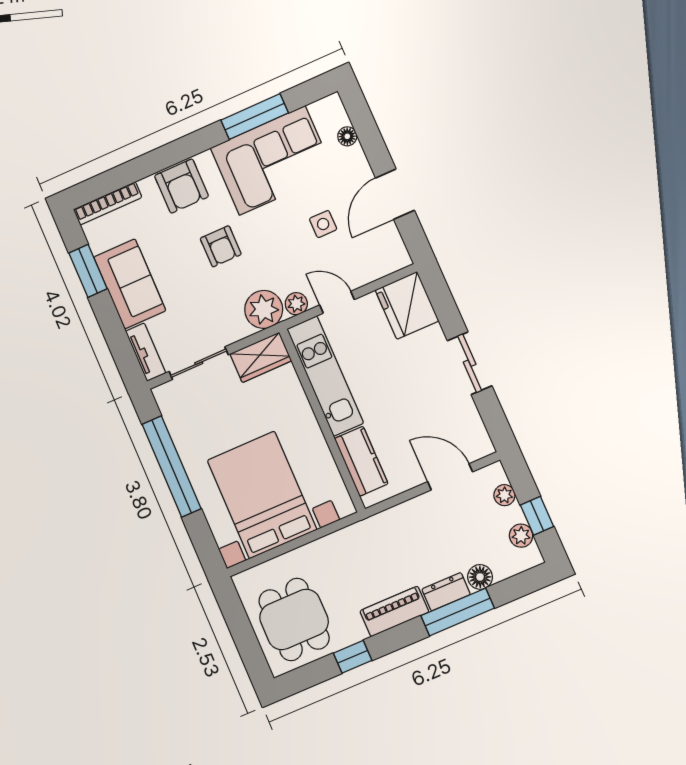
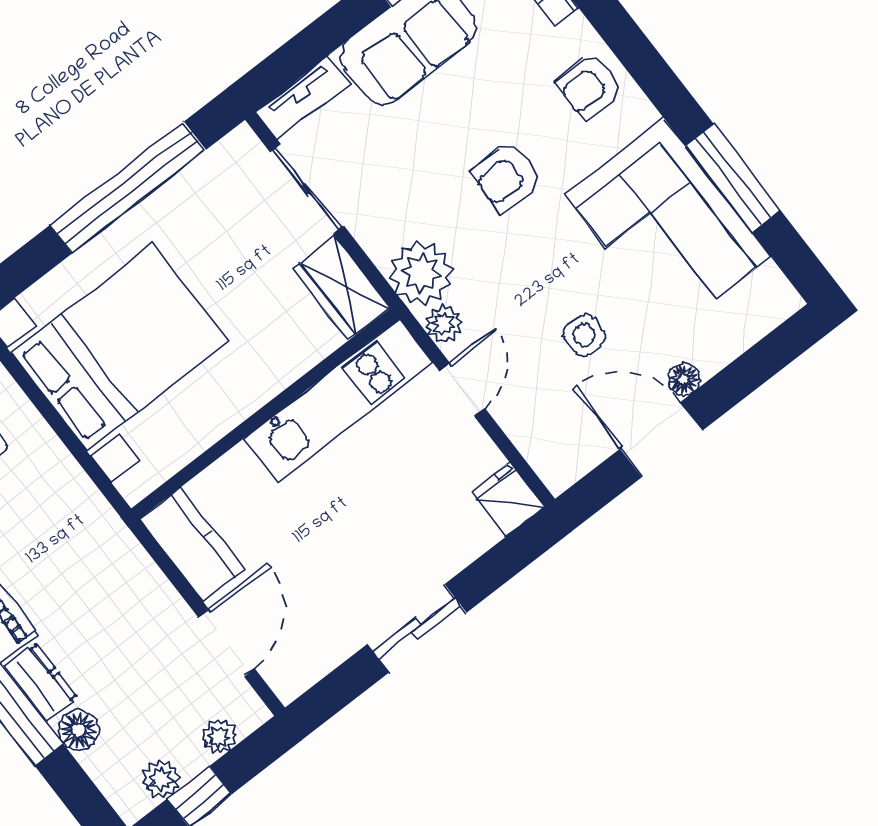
floor lamp: (347, 136) -> (684, 379), moved
armchair: (182, 186) -> (590, 87), width x0.72, depth x0.72
fridge: (407, 305) -> (508, 499), width x0.53, depth x0.75
kitchen counter: (361, 461) -> (192, 545), moved, turned -90

